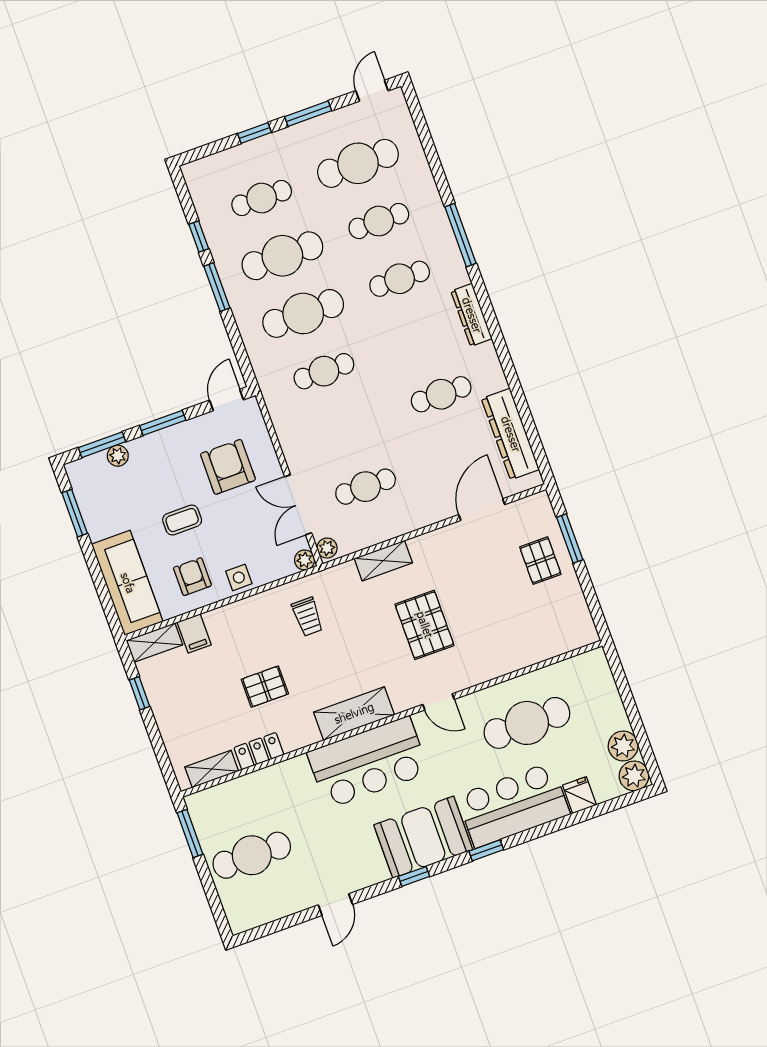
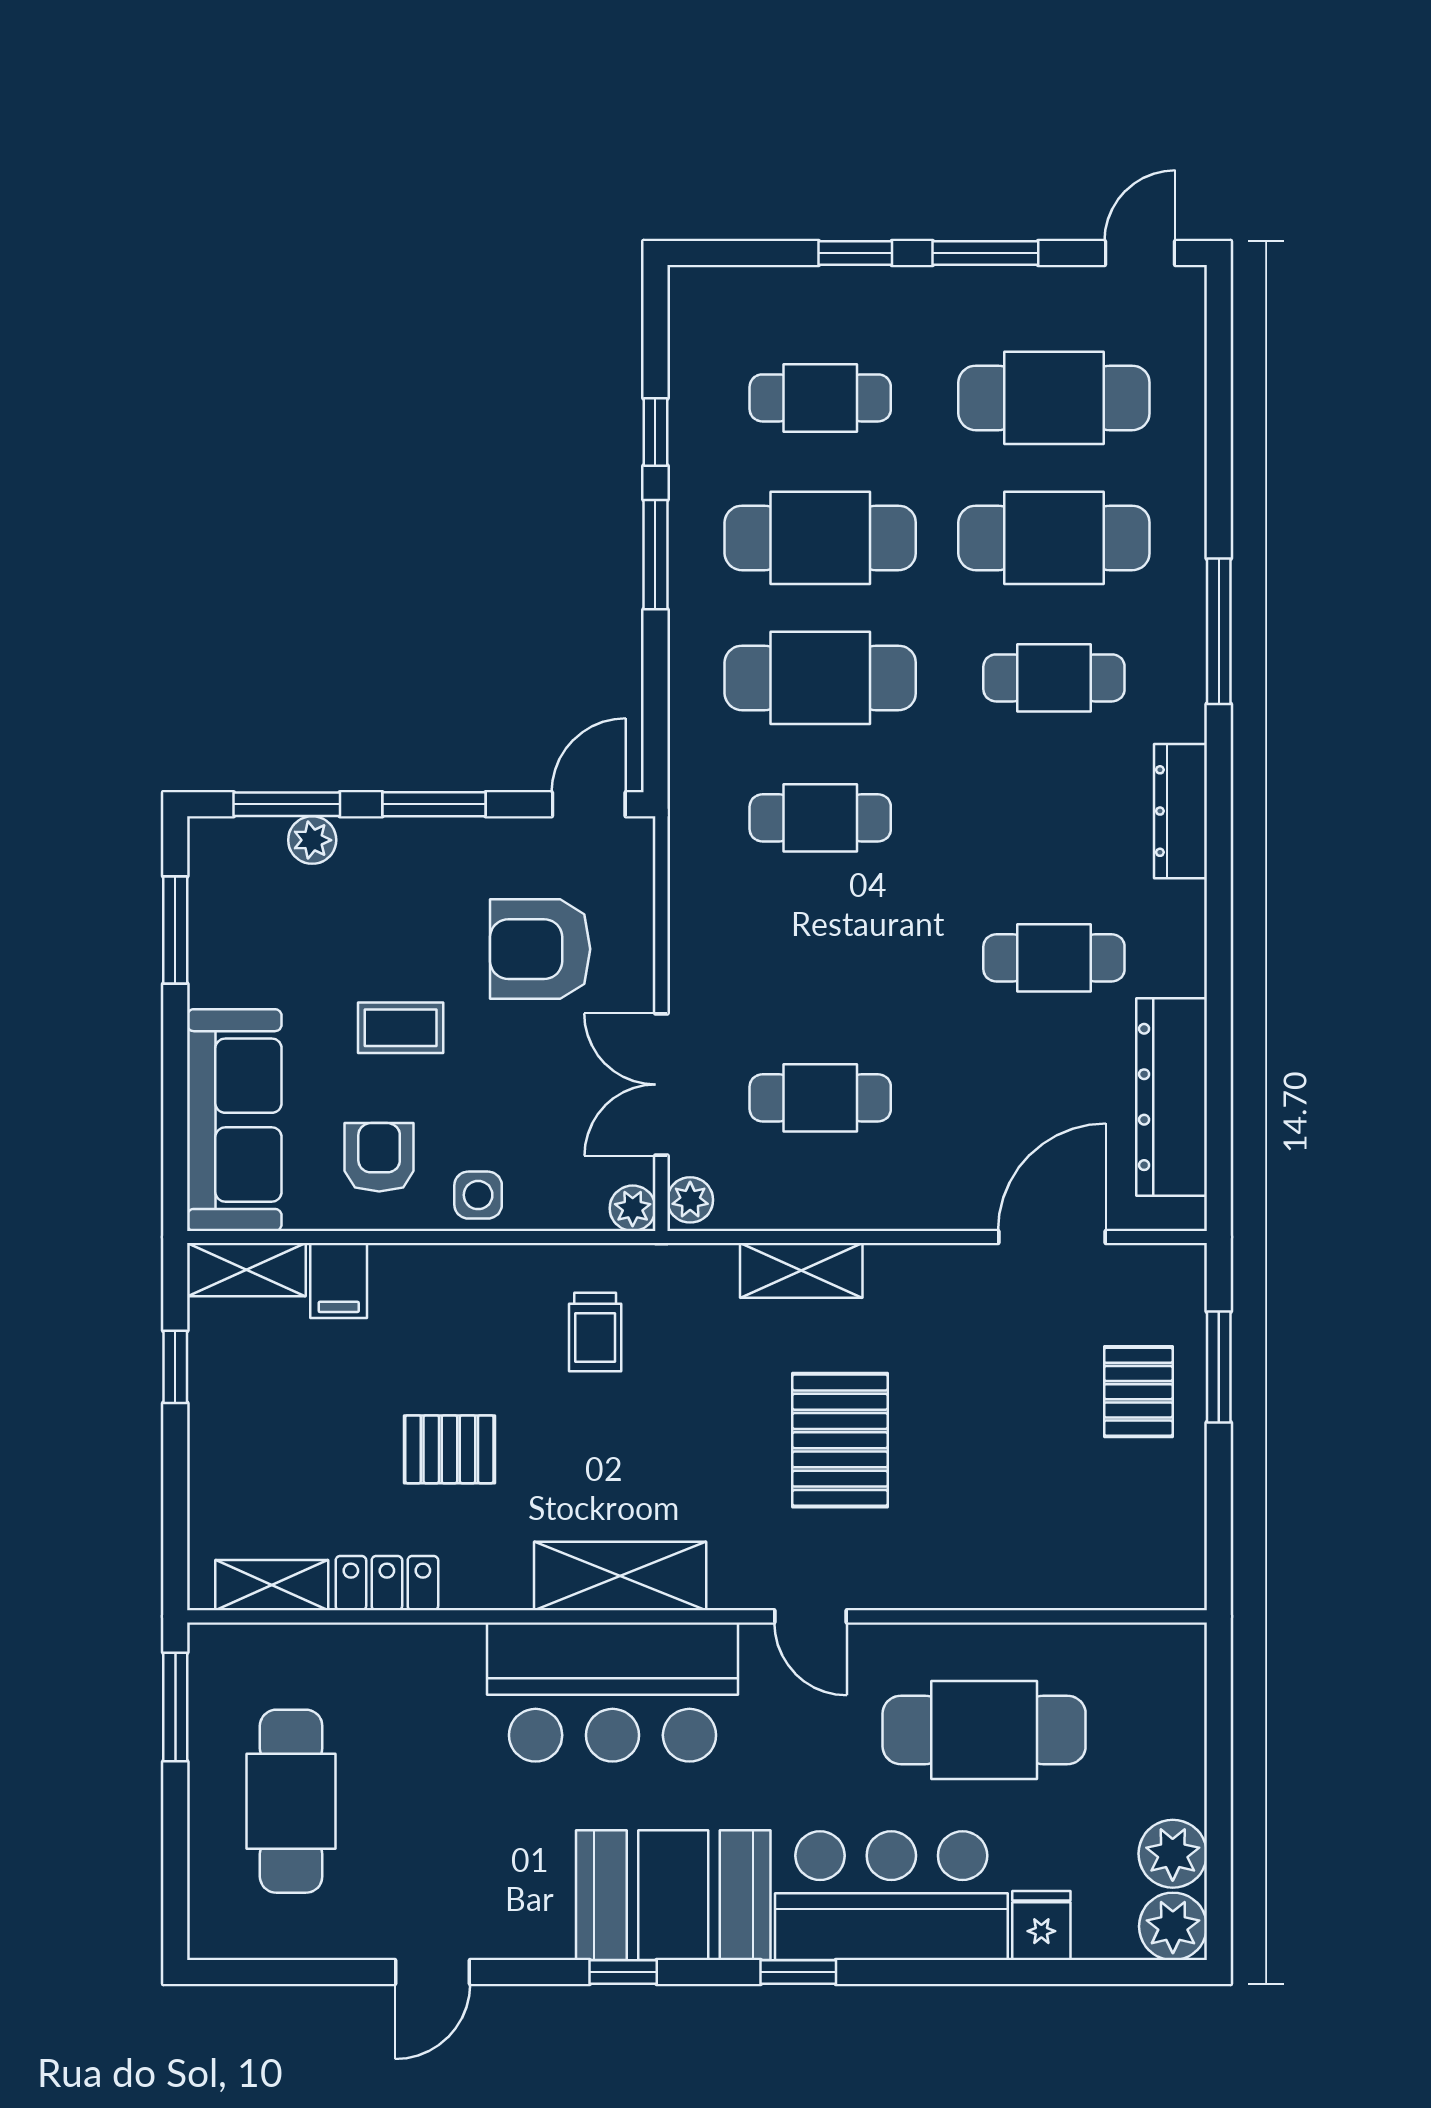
cafe table: (379, 221) -> (1054, 538), width x1.37, depth x1.35
armchair: (228, 467) -> (540, 949), turned -90
cafe table: (252, 855) -> (291, 1801), turned 90

